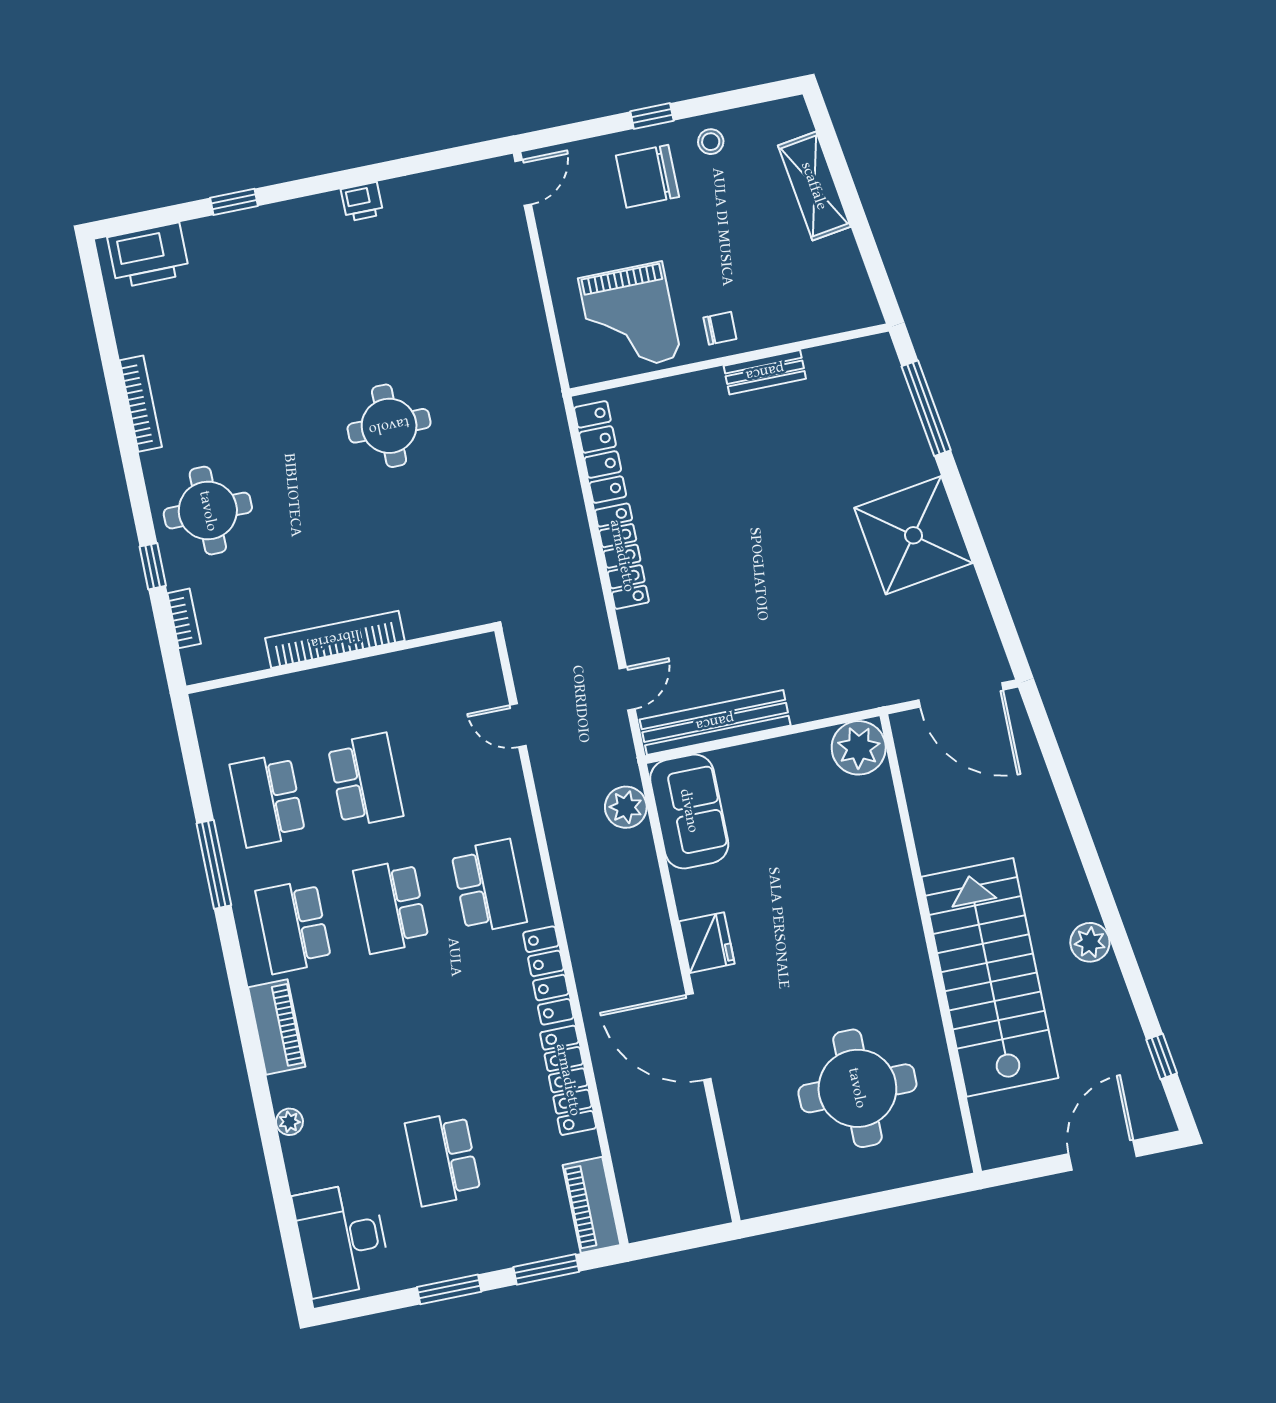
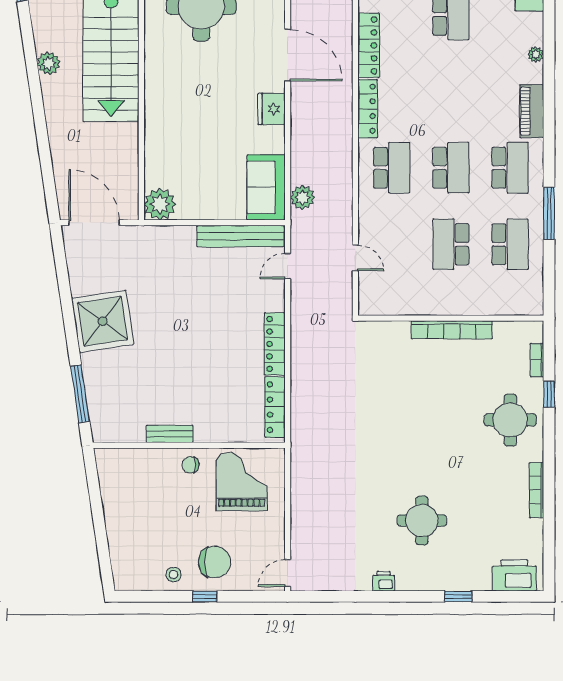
shelving: (814, 186) -> (119, 536), removed
round table: (389, 426) -> (422, 520), moved
school desk: (489, 886) -> (392, 168), turned 180

